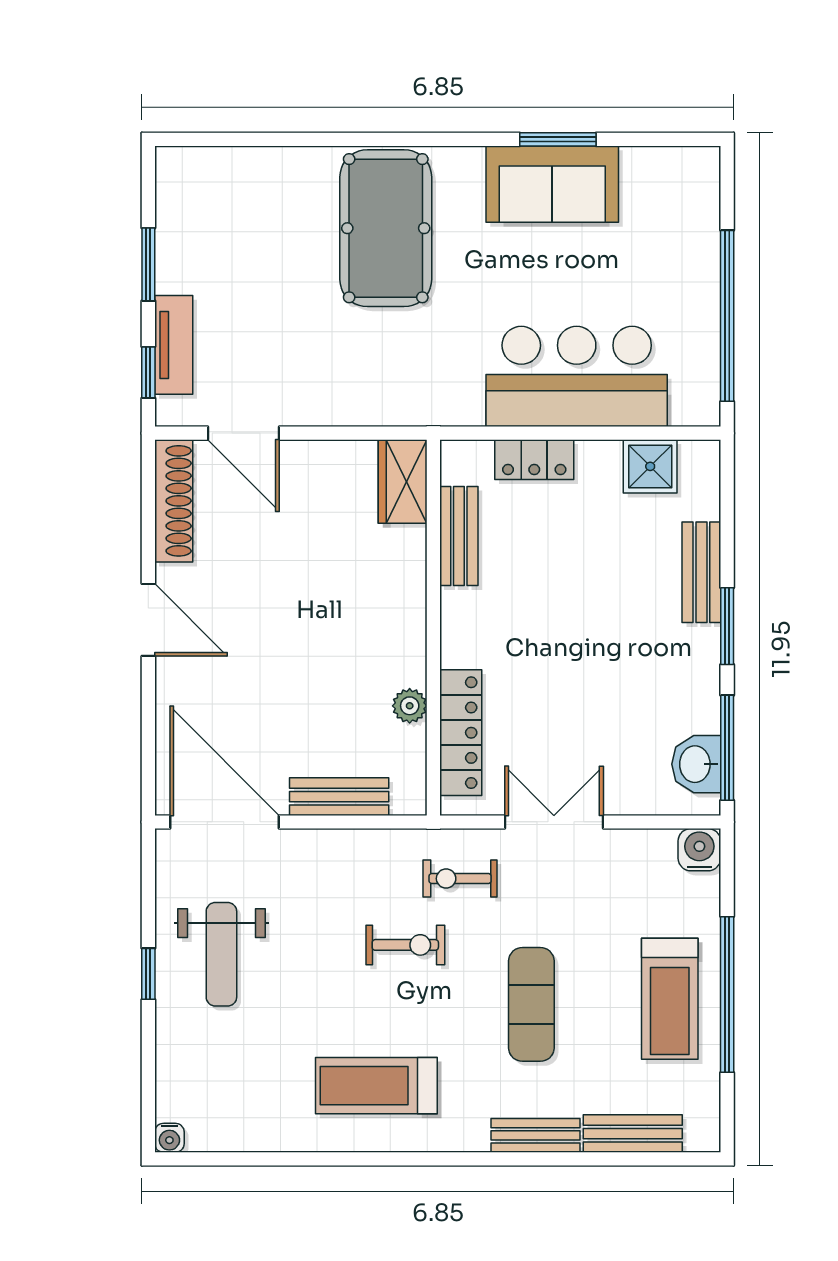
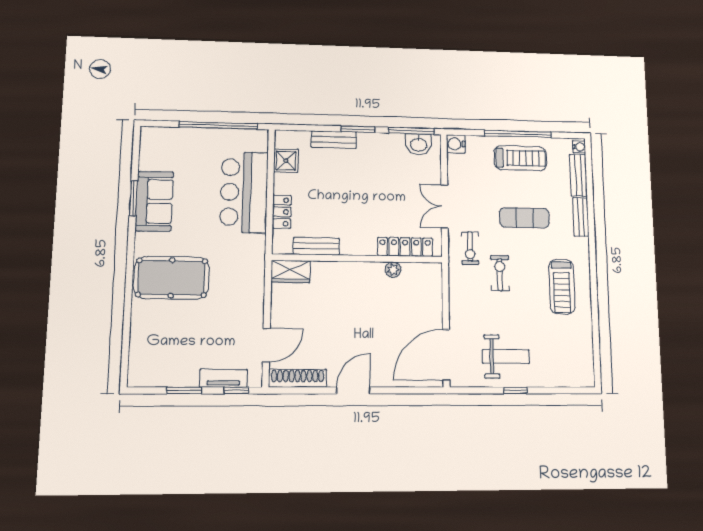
bench: (339, 797) -> (434, 302), removed
water cooler: (169, 1138) -> (579, 147), moved

